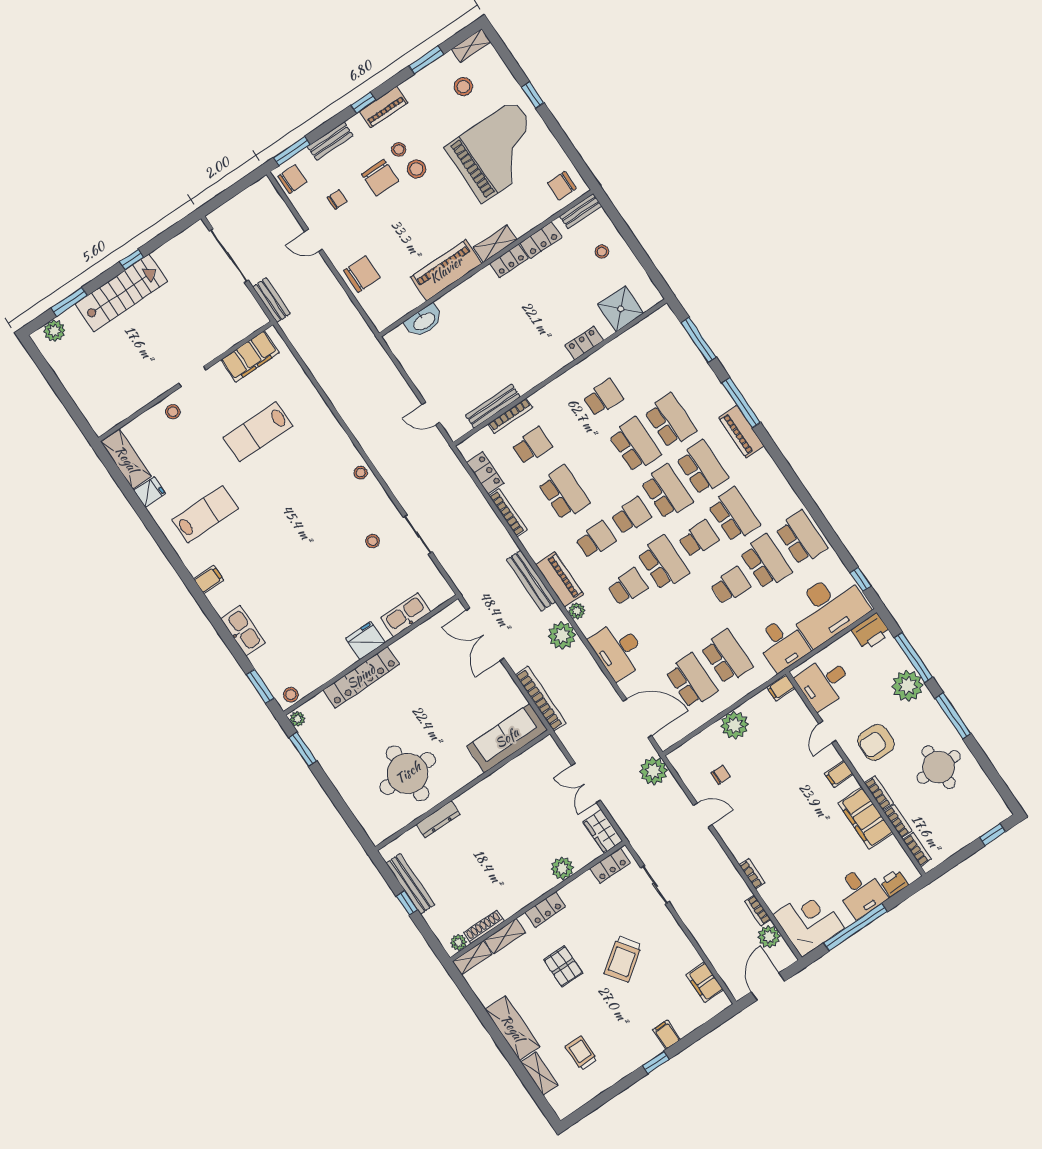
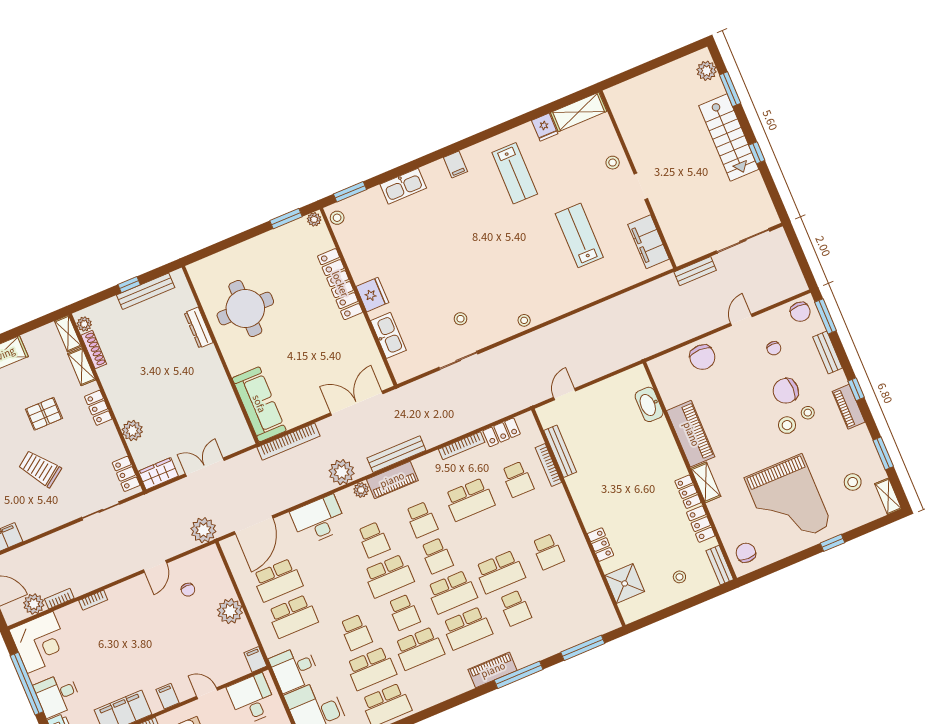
school desk: (670, 421) -> (515, 608), width x0.54

